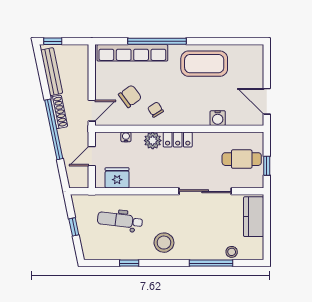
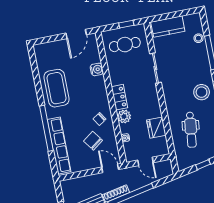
cafe table: (242, 159) -> (125, 45), turned 90
fridge: (117, 178) -> (156, 128), moved
sliding door: (205, 191) -> (155, 68), width x0.73

